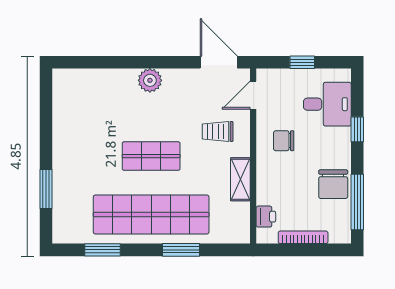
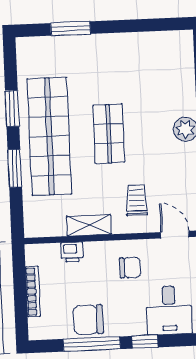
chair: (284, 141) -> (130, 268), turned 90
window: (357, 202) -> (92, 344), moved
printer: (266, 217) -> (72, 252), moved
window: (102, 250) -> (12, 109), moved

